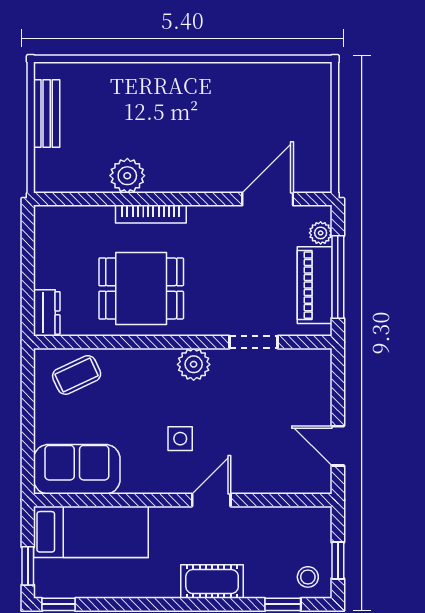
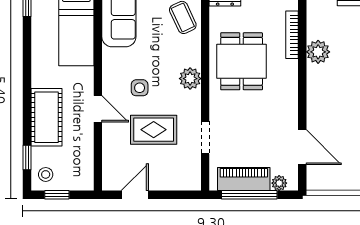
bookcase: (151, 214) -> (292, 35), moved
plant: (194, 364) -> (190, 79), moved
rug: (242, 418) -> (154, 130), added
cot: (212, 582) -> (46, 117), width x1.37, depth x1.34

